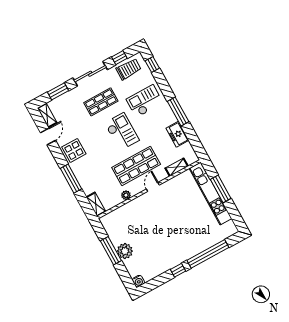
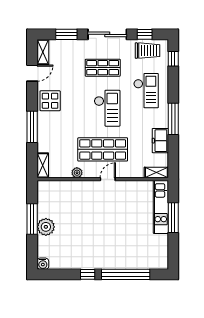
checkout: (145, 101) -> (146, 91), turned 90
shelving: (177, 167) -> (156, 172), moved
kitchen unit: (211, 194) -> (161, 207), width x0.73

